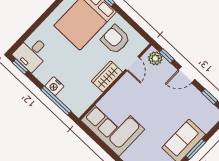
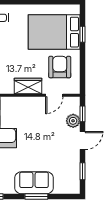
plant: (155, 58) -> (73, 121), moved
door: (187, 75) -> (82, 140), swing flipped

